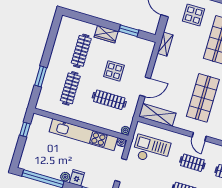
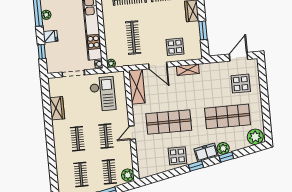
shelving: (165, 44) -> (188, 70), moved
display table: (114, 71) -> (175, 47), moved
plant: (65, 177) -> (46, 15), moved

